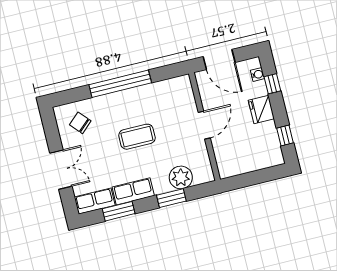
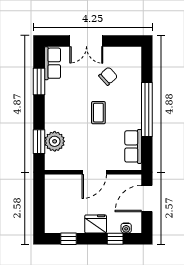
chair: (80, 123) -> (108, 76), moved
door: (204, 125) -> (94, 172), hinge flipped
coffee table: (137, 137) -> (98, 113), width x0.73, depth x0.77
row of seats: (133, 191) -> (133, 146), moved, turned 180
window: (171, 198) -> (39, 142), moved

